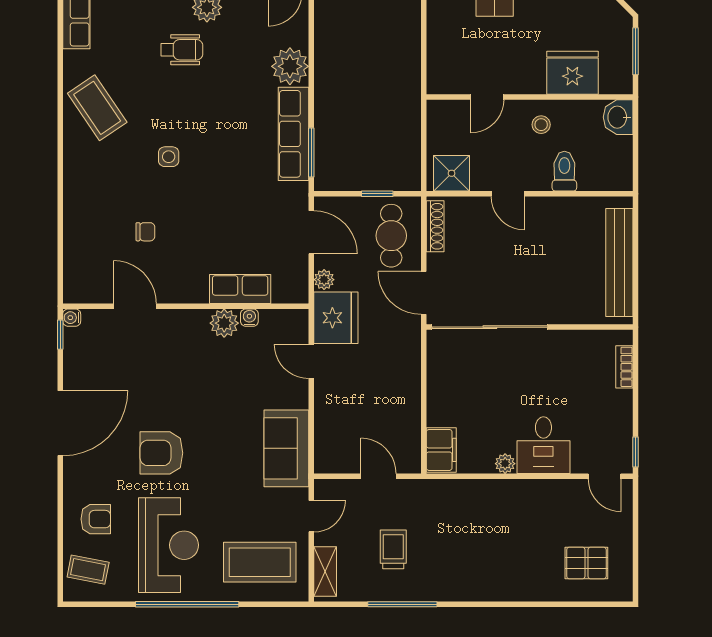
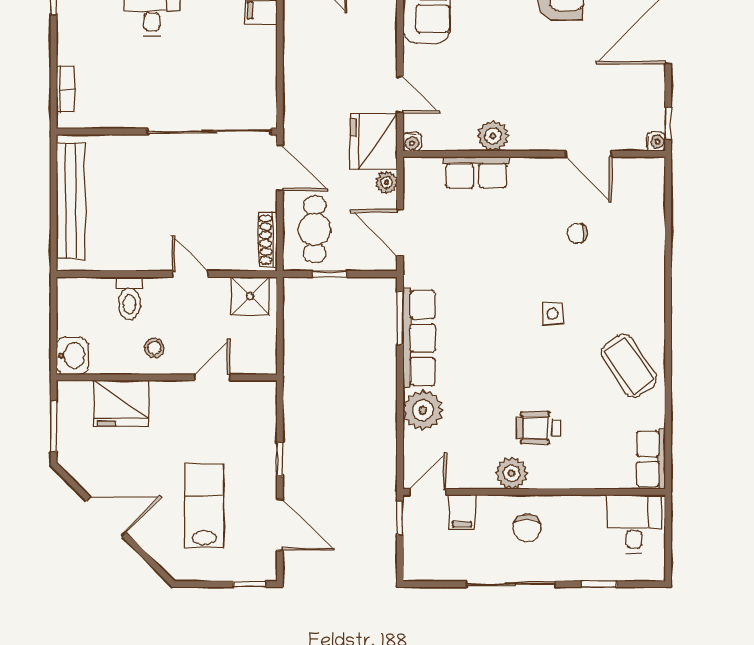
window: (424, 20) -> (280, 459), added
water cooler: (249, 318) -> (412, 142), moved

